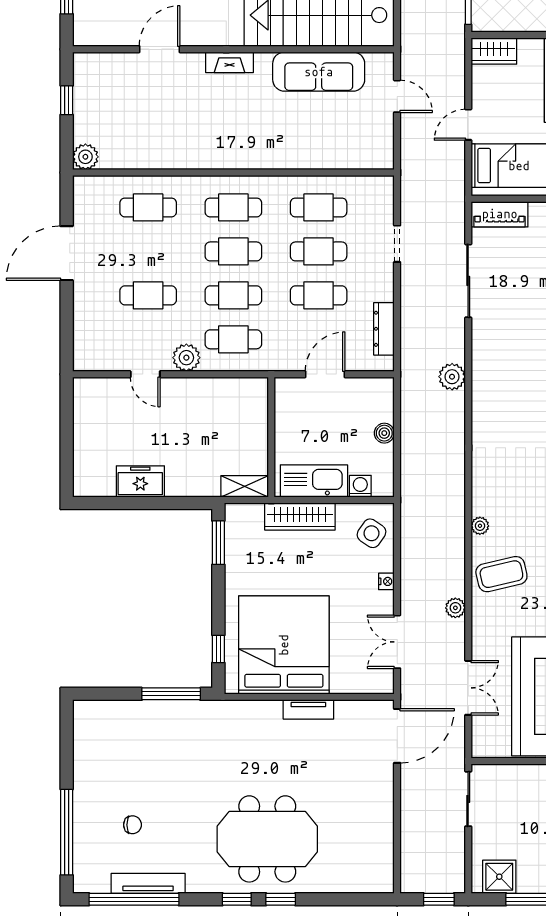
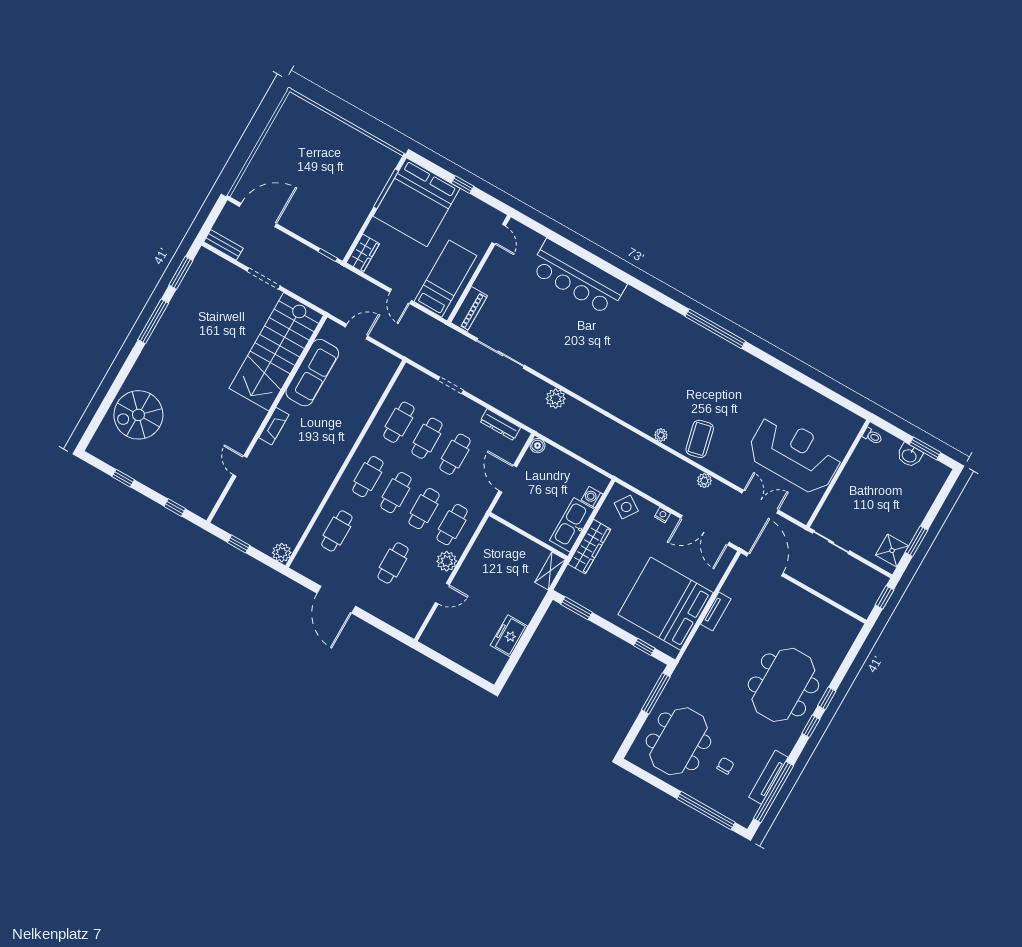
door: (159, 49) -> (240, 466), width x0.73
boiler: (384, 433) -> (538, 446), moved
double door: (397, 642) -> (705, 530), width x1.37
meeting table: (130, 753) -> (678, 741), added

